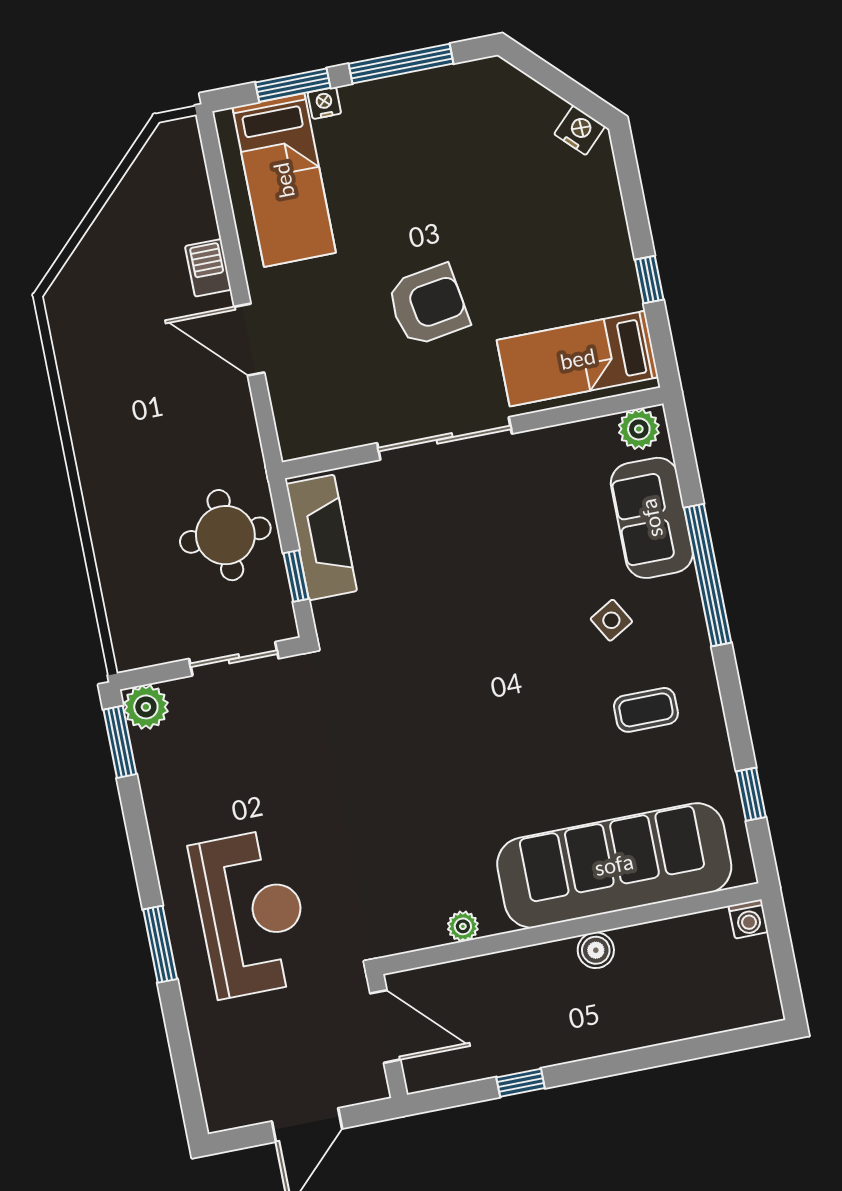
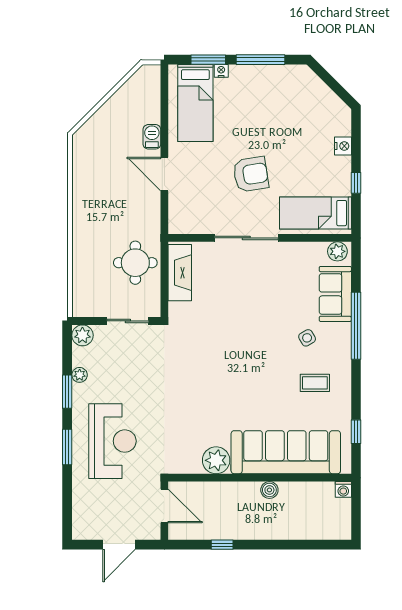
nightstand: (580, 130) -> (343, 146), moved, turned 45
window: (296, 576) -> (164, 288), removed
window: (120, 742) -> (67, 392), moved
plant: (156, 790) -> (80, 375), added
plant: (463, 926) -> (216, 460), width x1.88, depth x1.88

